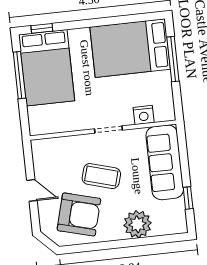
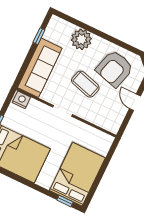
window: (19, 75) -> (98, 180), removed
nightstand: (144, 115) -> (21, 100), moved
armchair: (79, 214) -> (115, 69), turned -89

